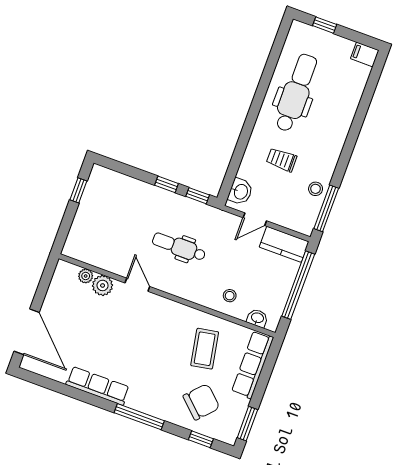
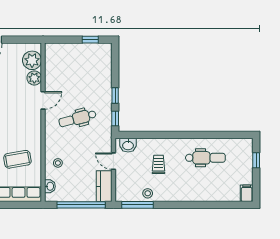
dental chair: (296, 93) -> (205, 158), width x0.73, depth x0.72
dental chair: (179, 247) -> (77, 118), turned -105
plant: (86, 276) -> (32, 60), width x1.88, depth x1.88

